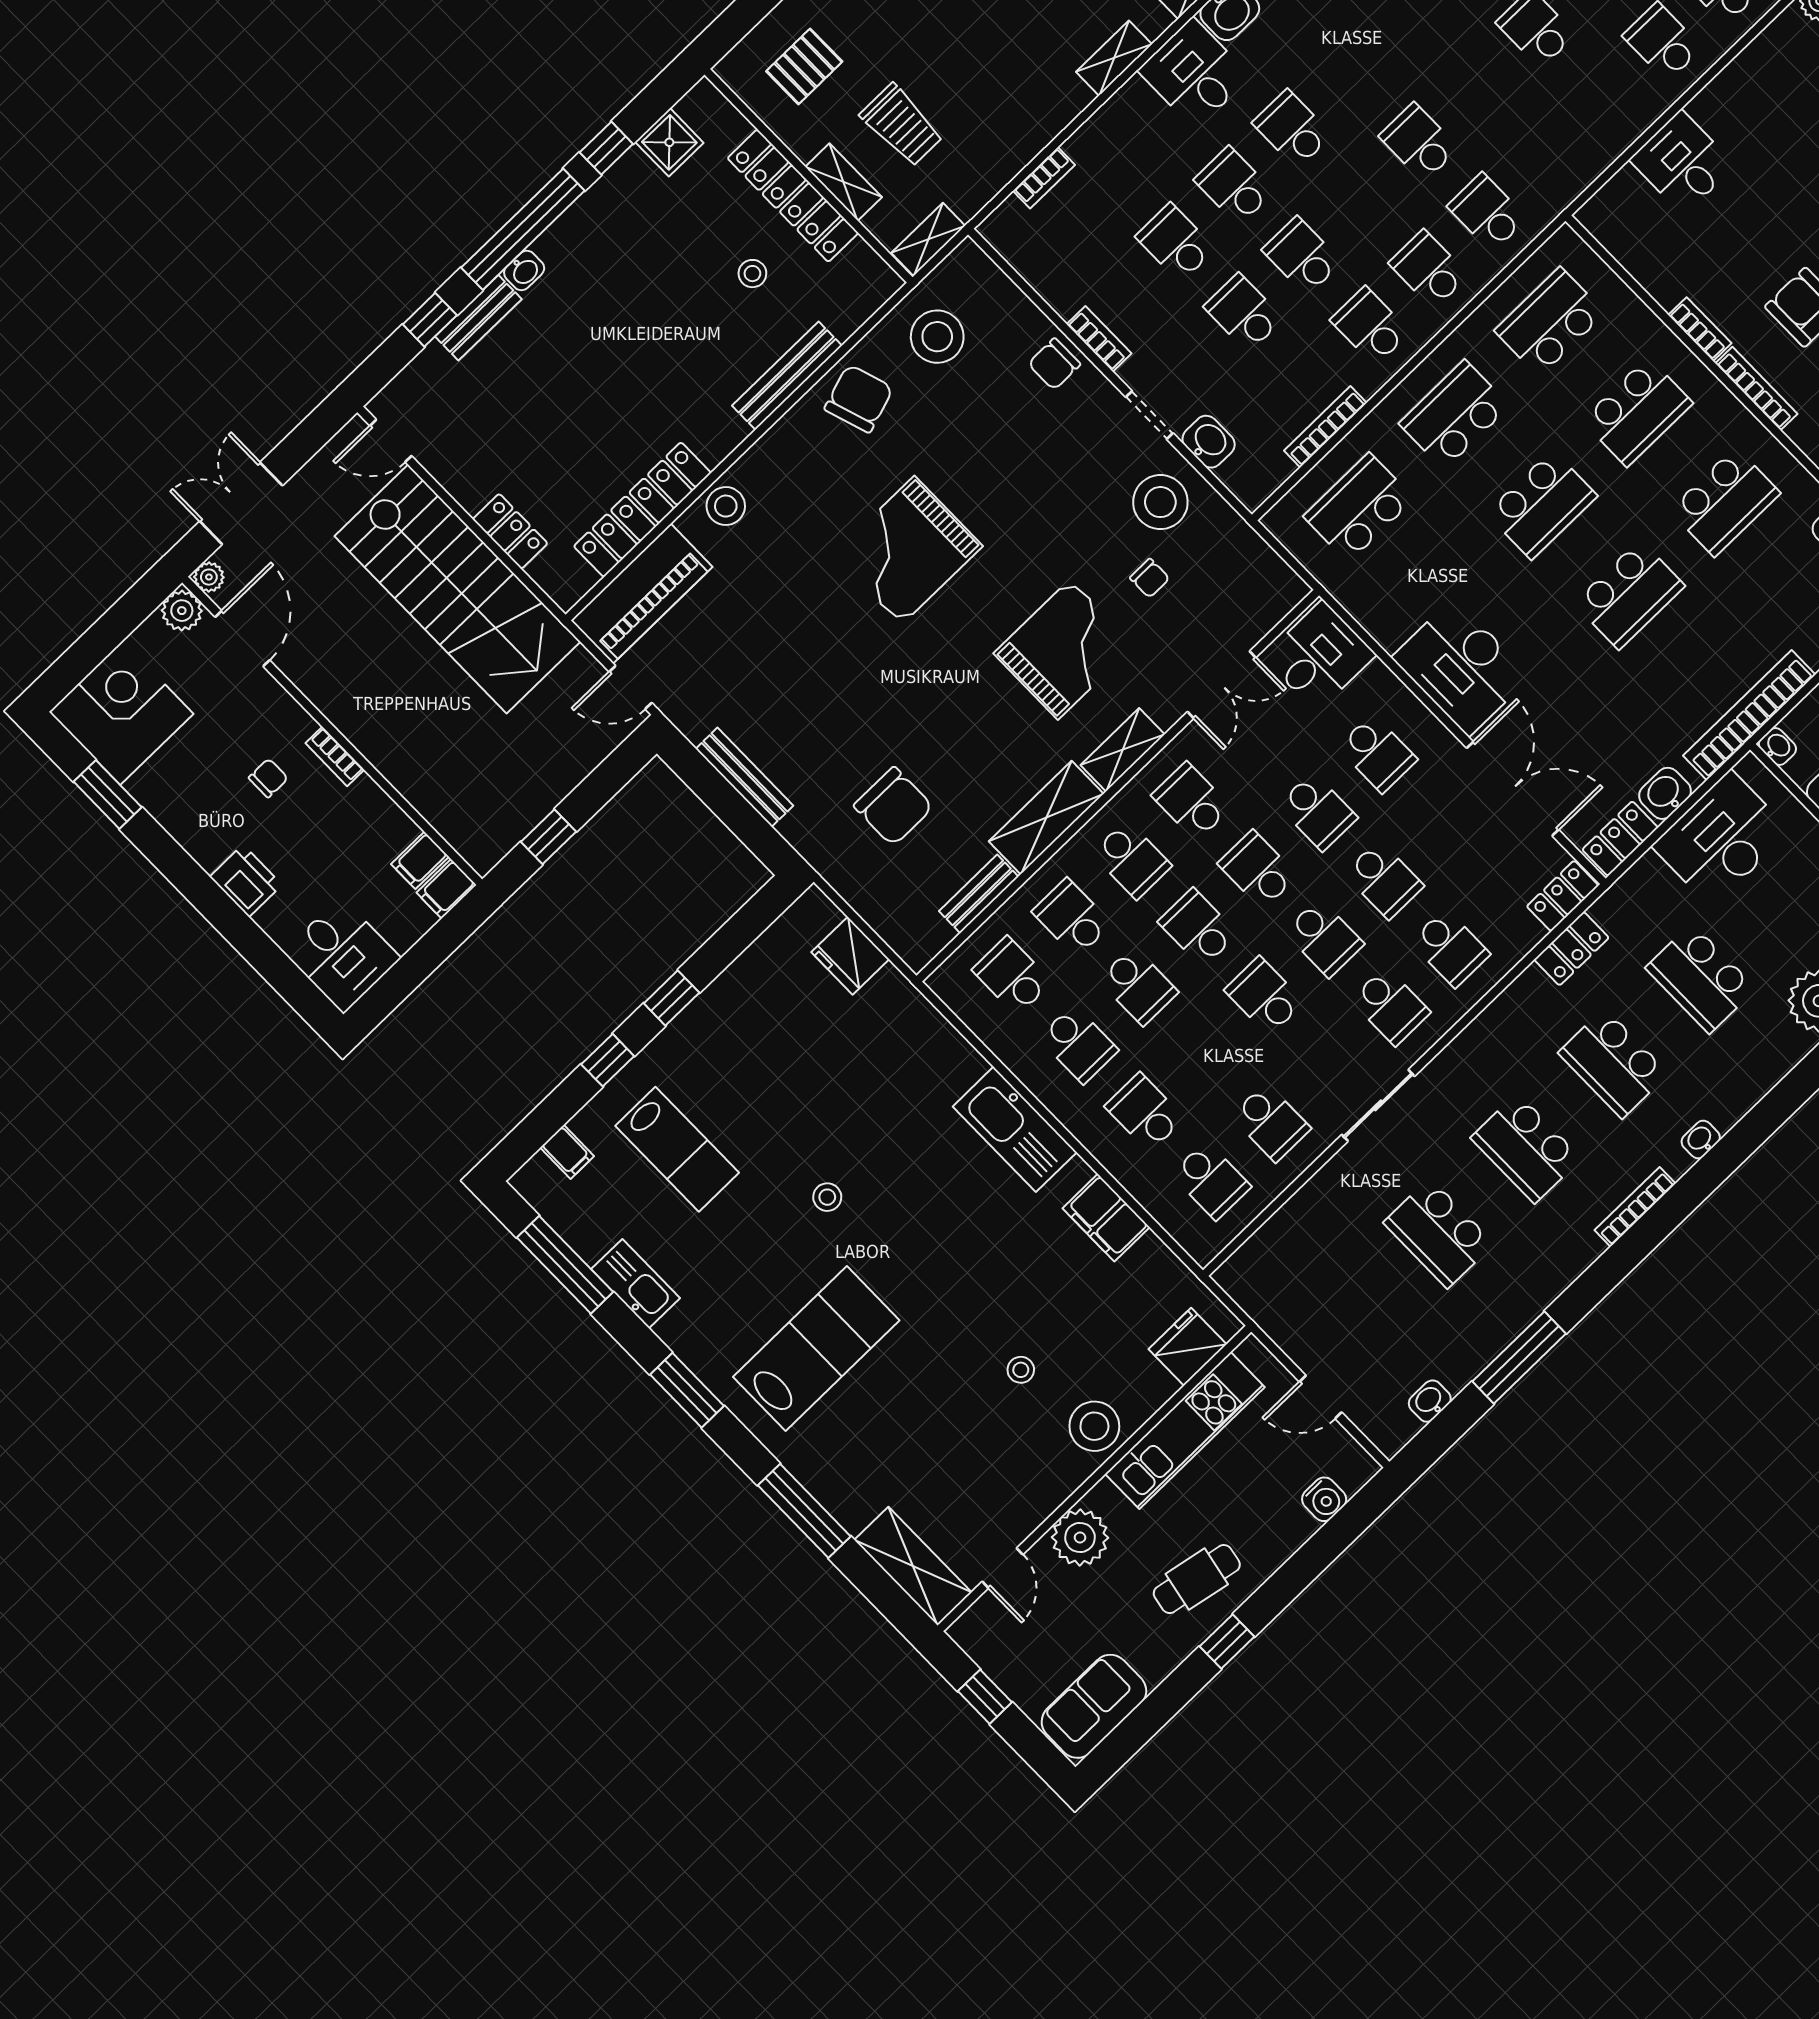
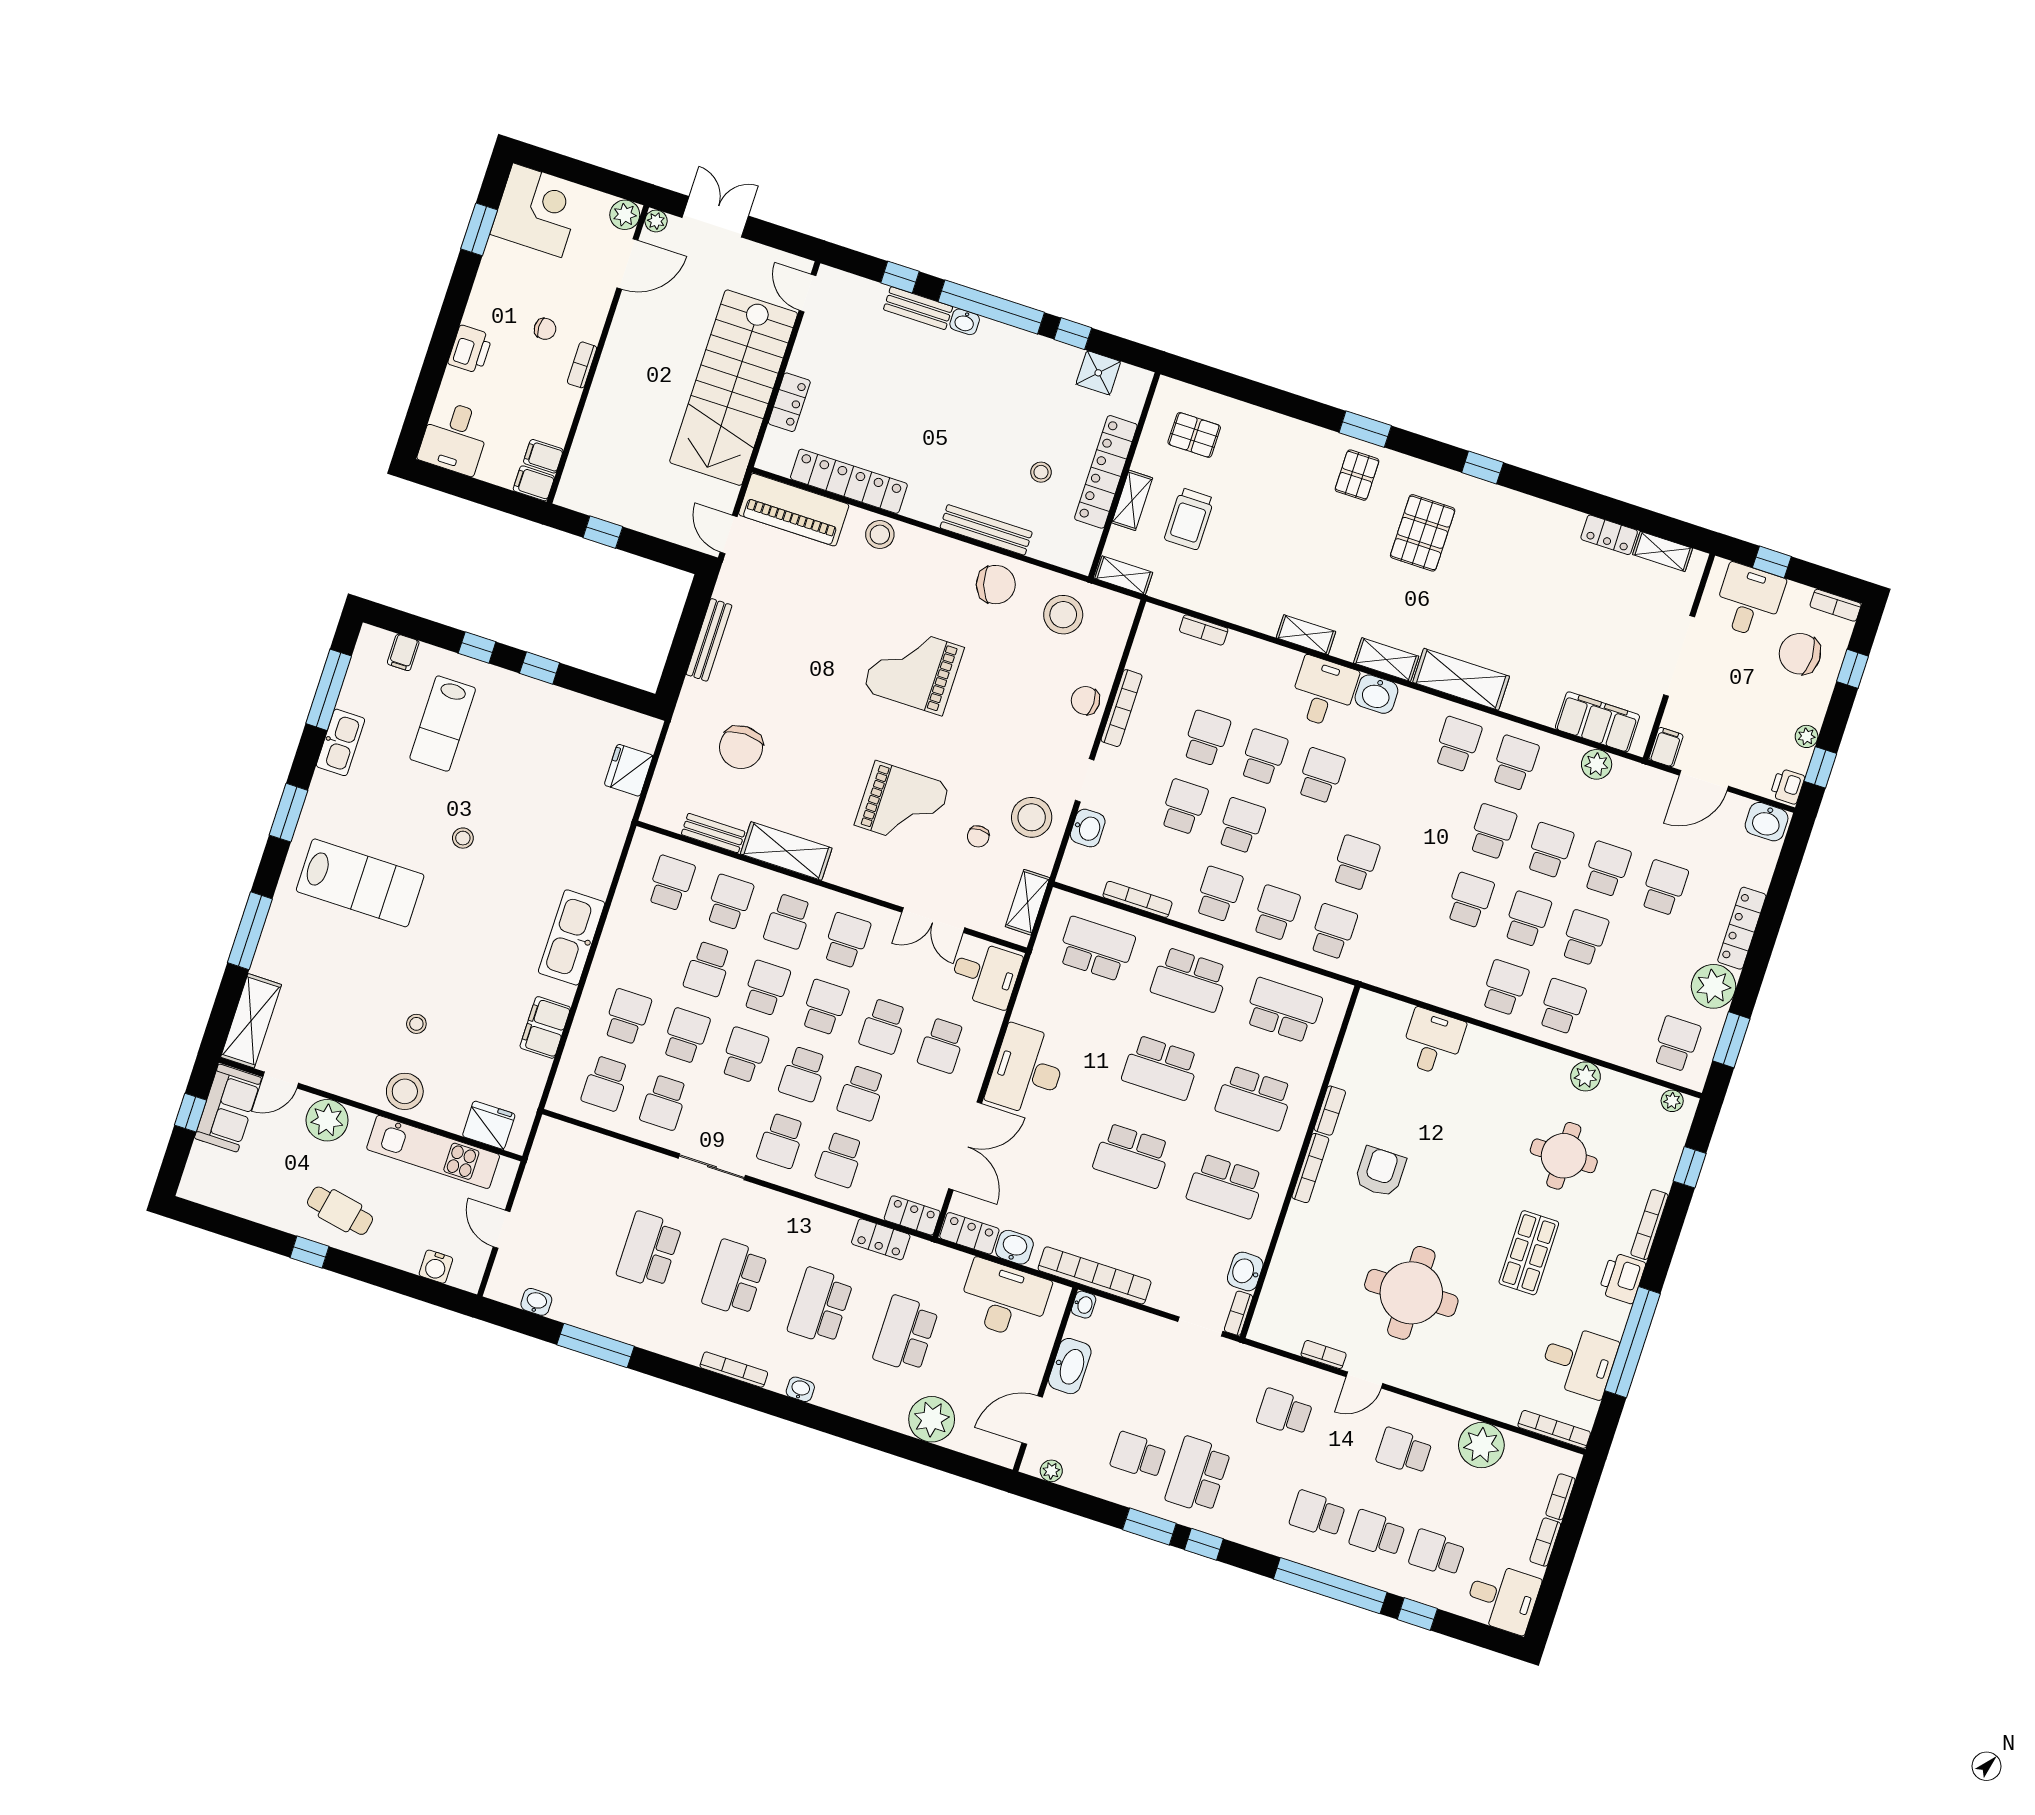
bookcase: (1099, 339) -> (1122, 708), width x1.56
school desk: (1454, 415) -> (1190, 980), turned 180
shelving: (1123, 750) -> (1027, 902), moved, turned 90
school desk: (1078, 1044) -> (686, 1036), moved, turned 180
sofa: (1094, 1706) -> (228, 1108), moved, turned 90

